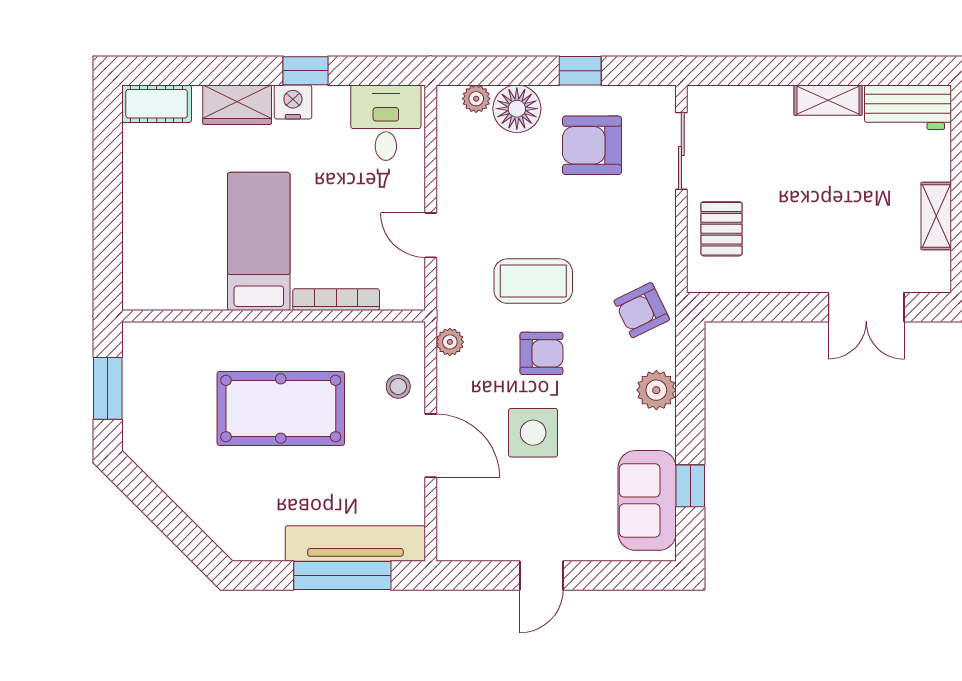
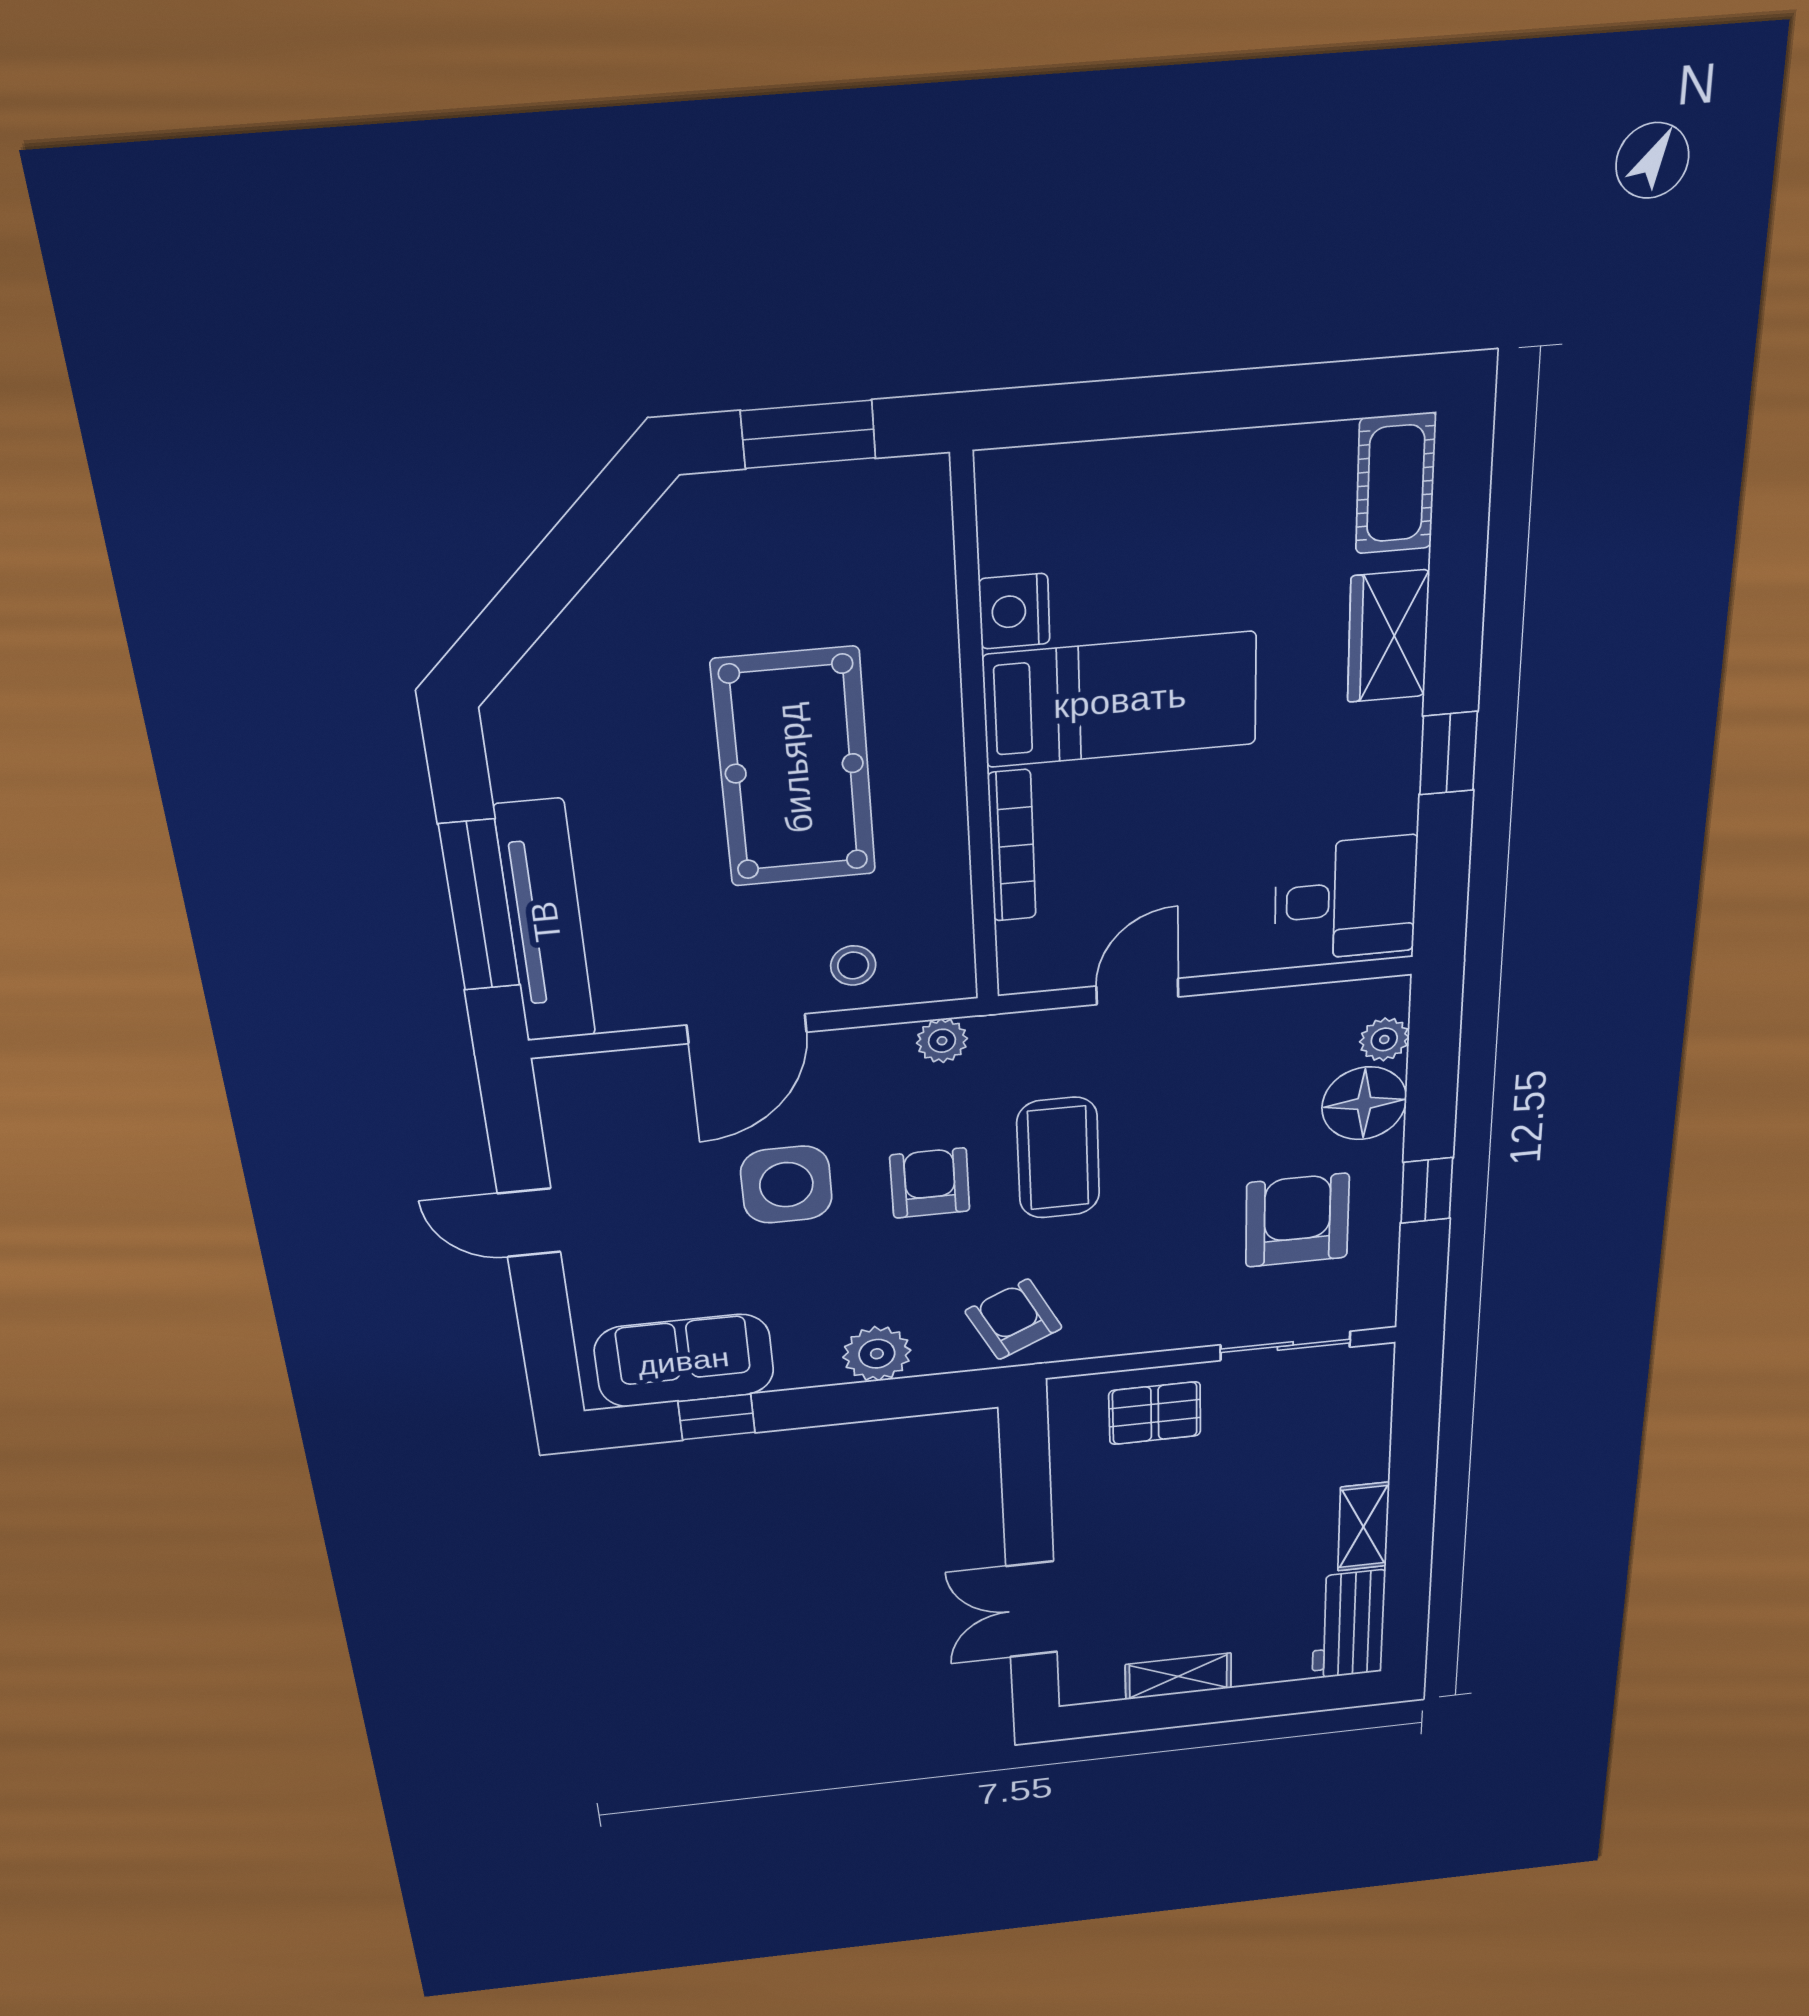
nightstand: (293, 102) -> (1014, 611), moved, turned 180
armchair: (541, 353) -> (930, 1183), turned 180

